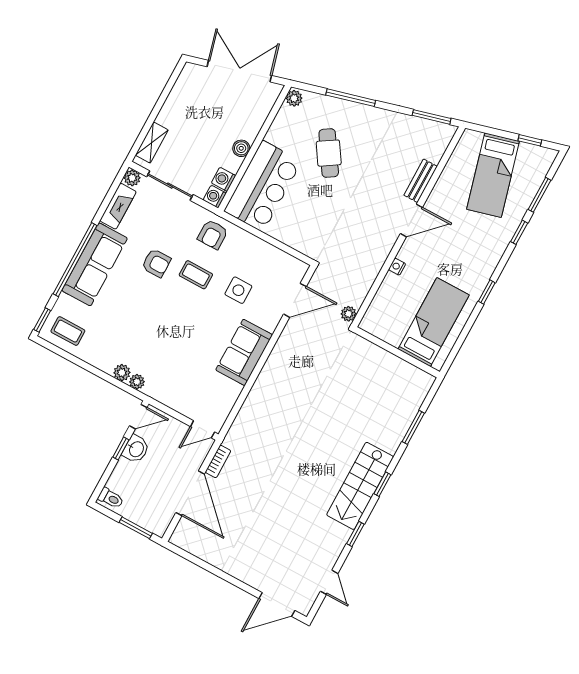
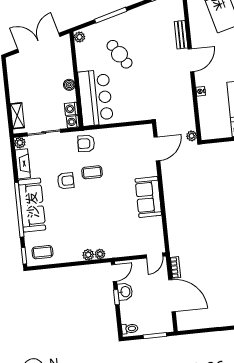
armchair: (213, 234) -> (86, 143), turned 93
side table: (238, 290) -> (122, 165), removed

